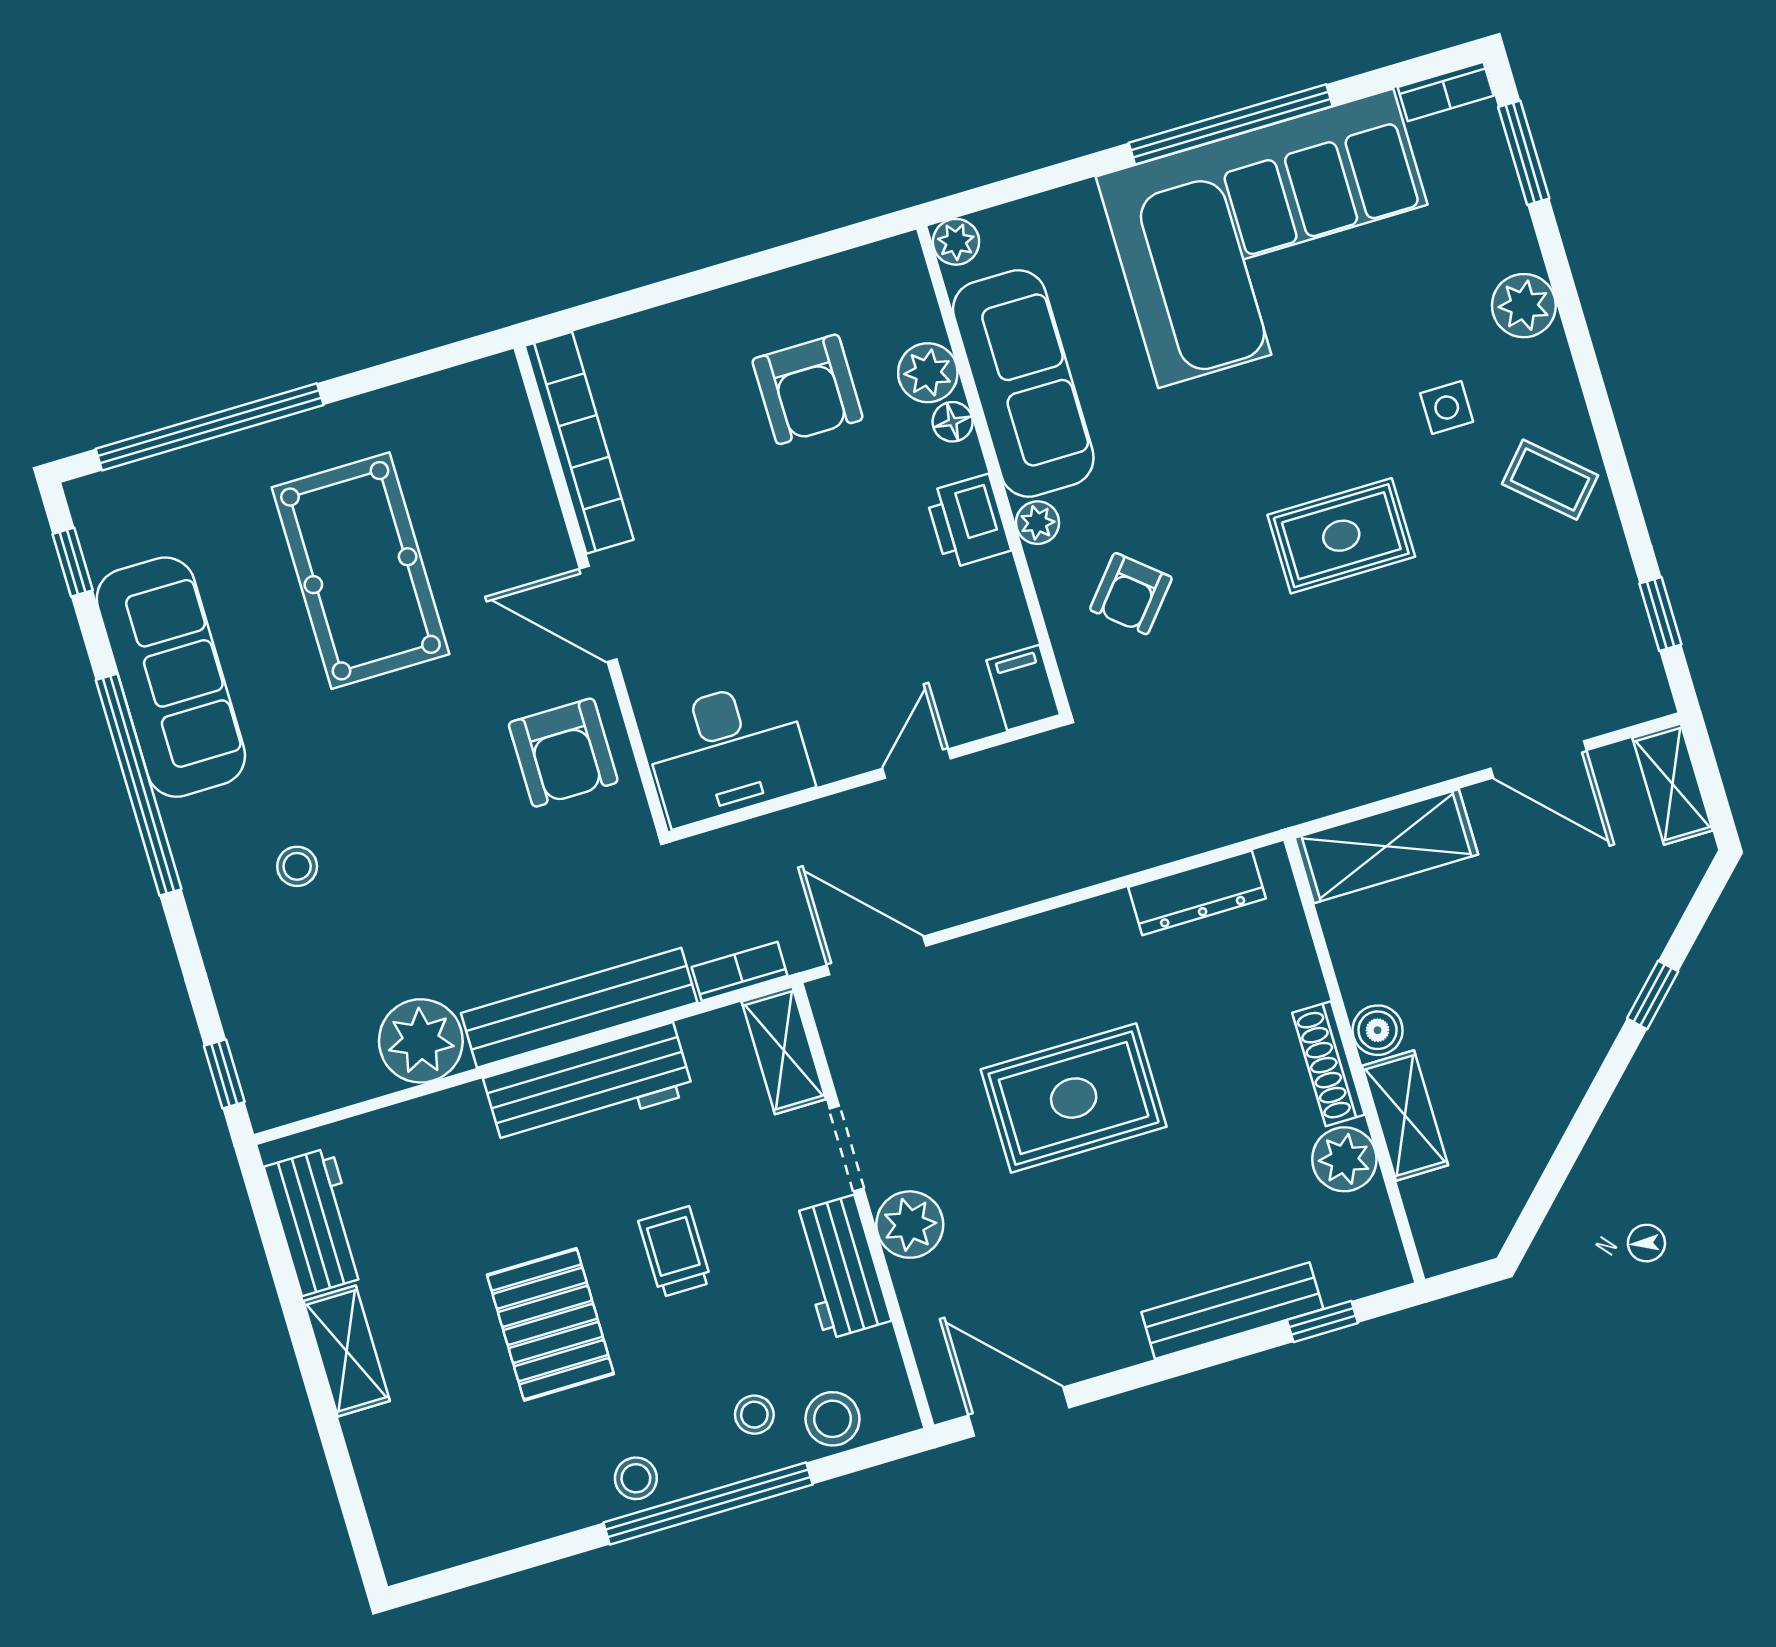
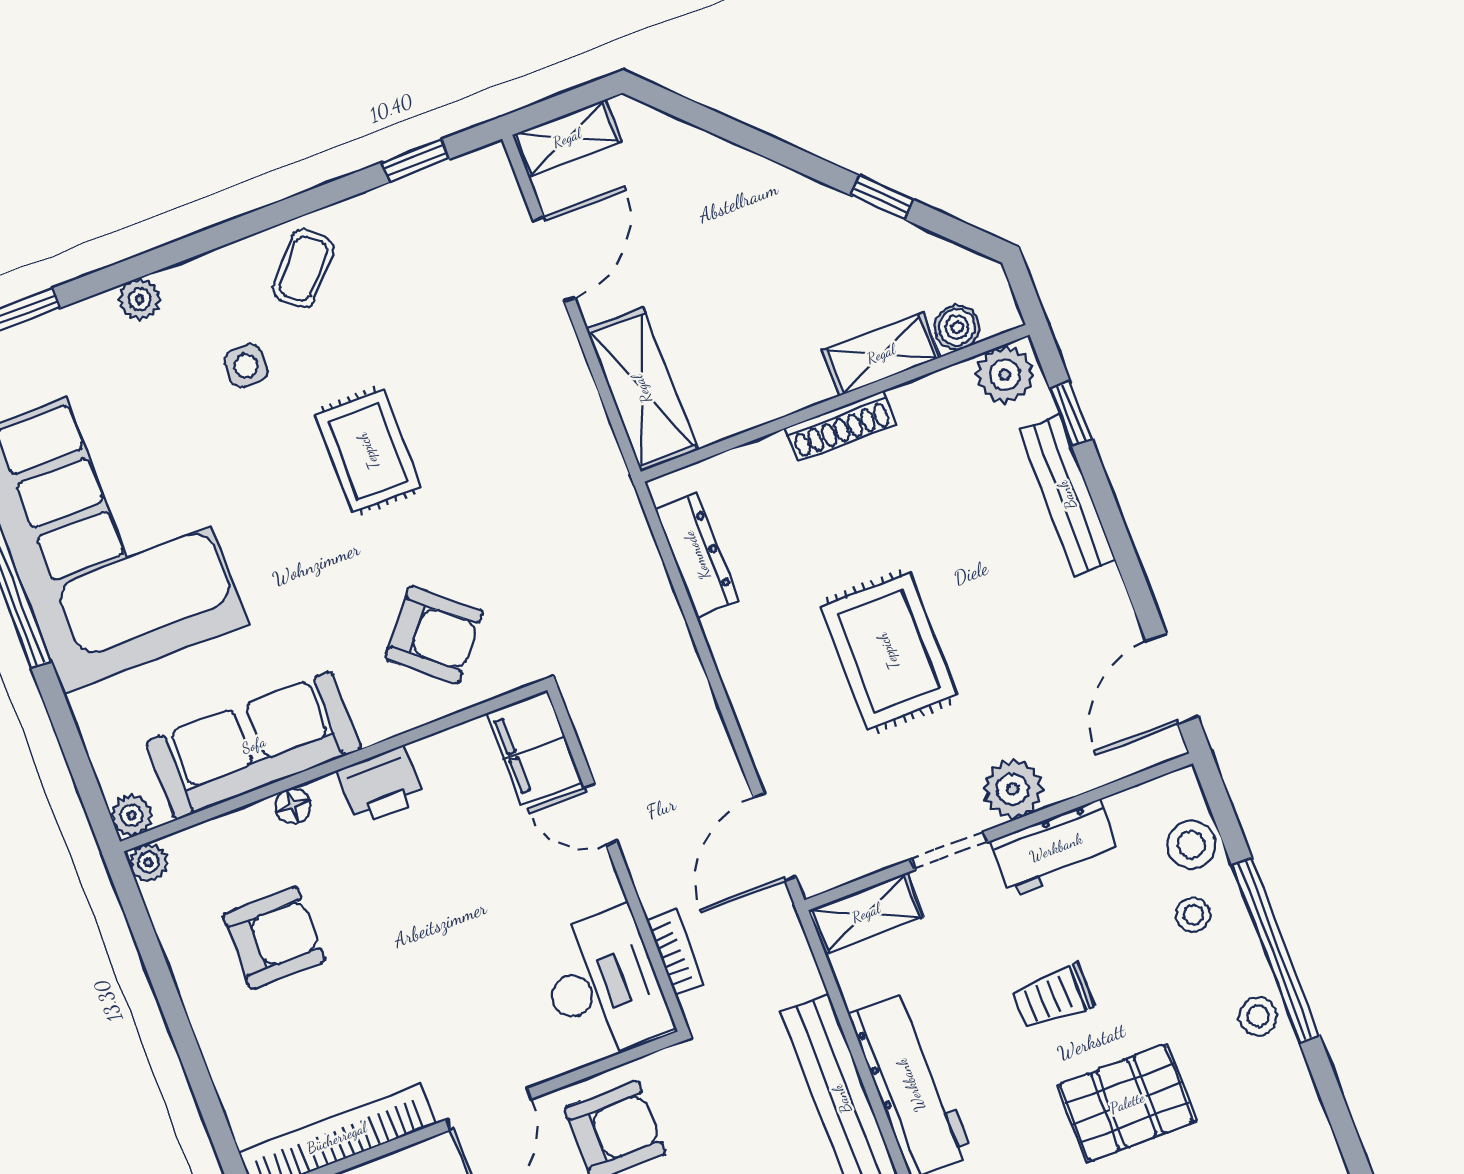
plant: (1524, 306) -> (140, 299), width x0.73, depth x0.73
plant: (928, 373) -> (148, 863), moved, width x0.73, depth x0.73
plant: (1038, 523) -> (377, 723), removed
armchair: (1131, 594) -> (434, 635), width x1.38, depth x1.38
filing cabinet: (1023, 688) -> (534, 748), width x2.00
bookcase: (740, 971) -> (676, 952), moved, turned 180
window: (1653, 995) -> (882, 198), moved
boiler: (1378, 1030) -> (957, 327), moved
plant: (1344, 1159) -> (1005, 375), moved

